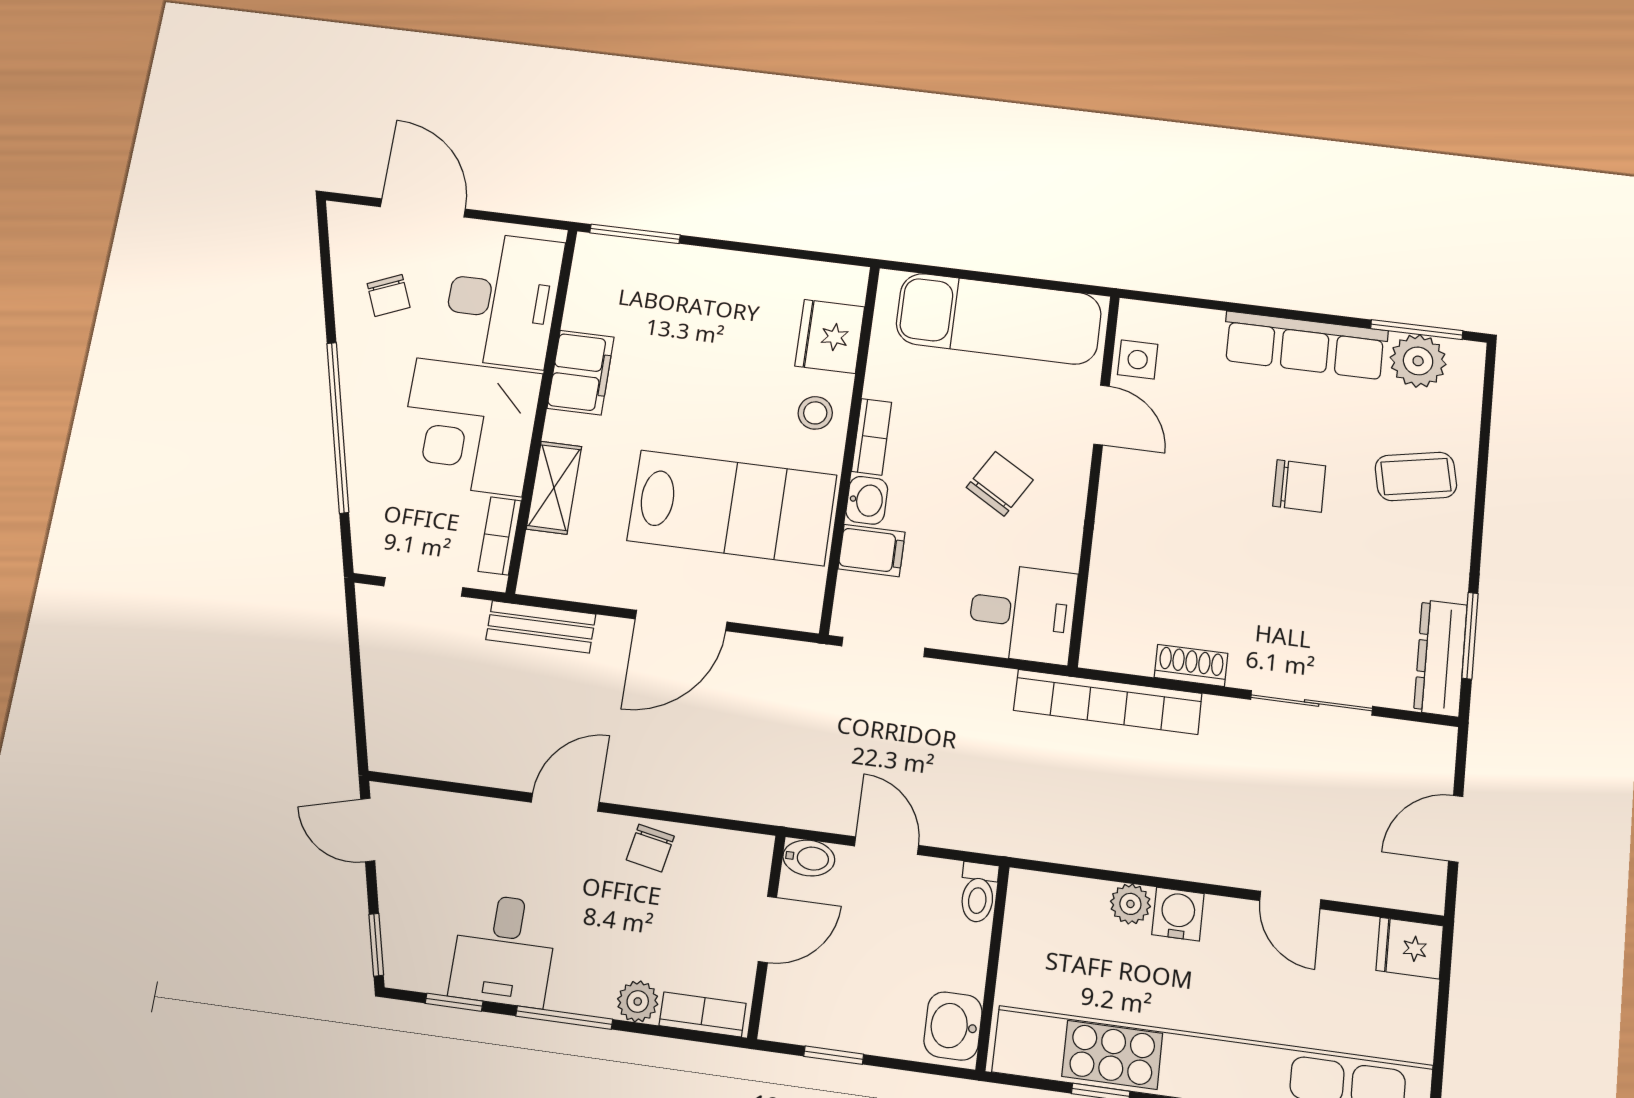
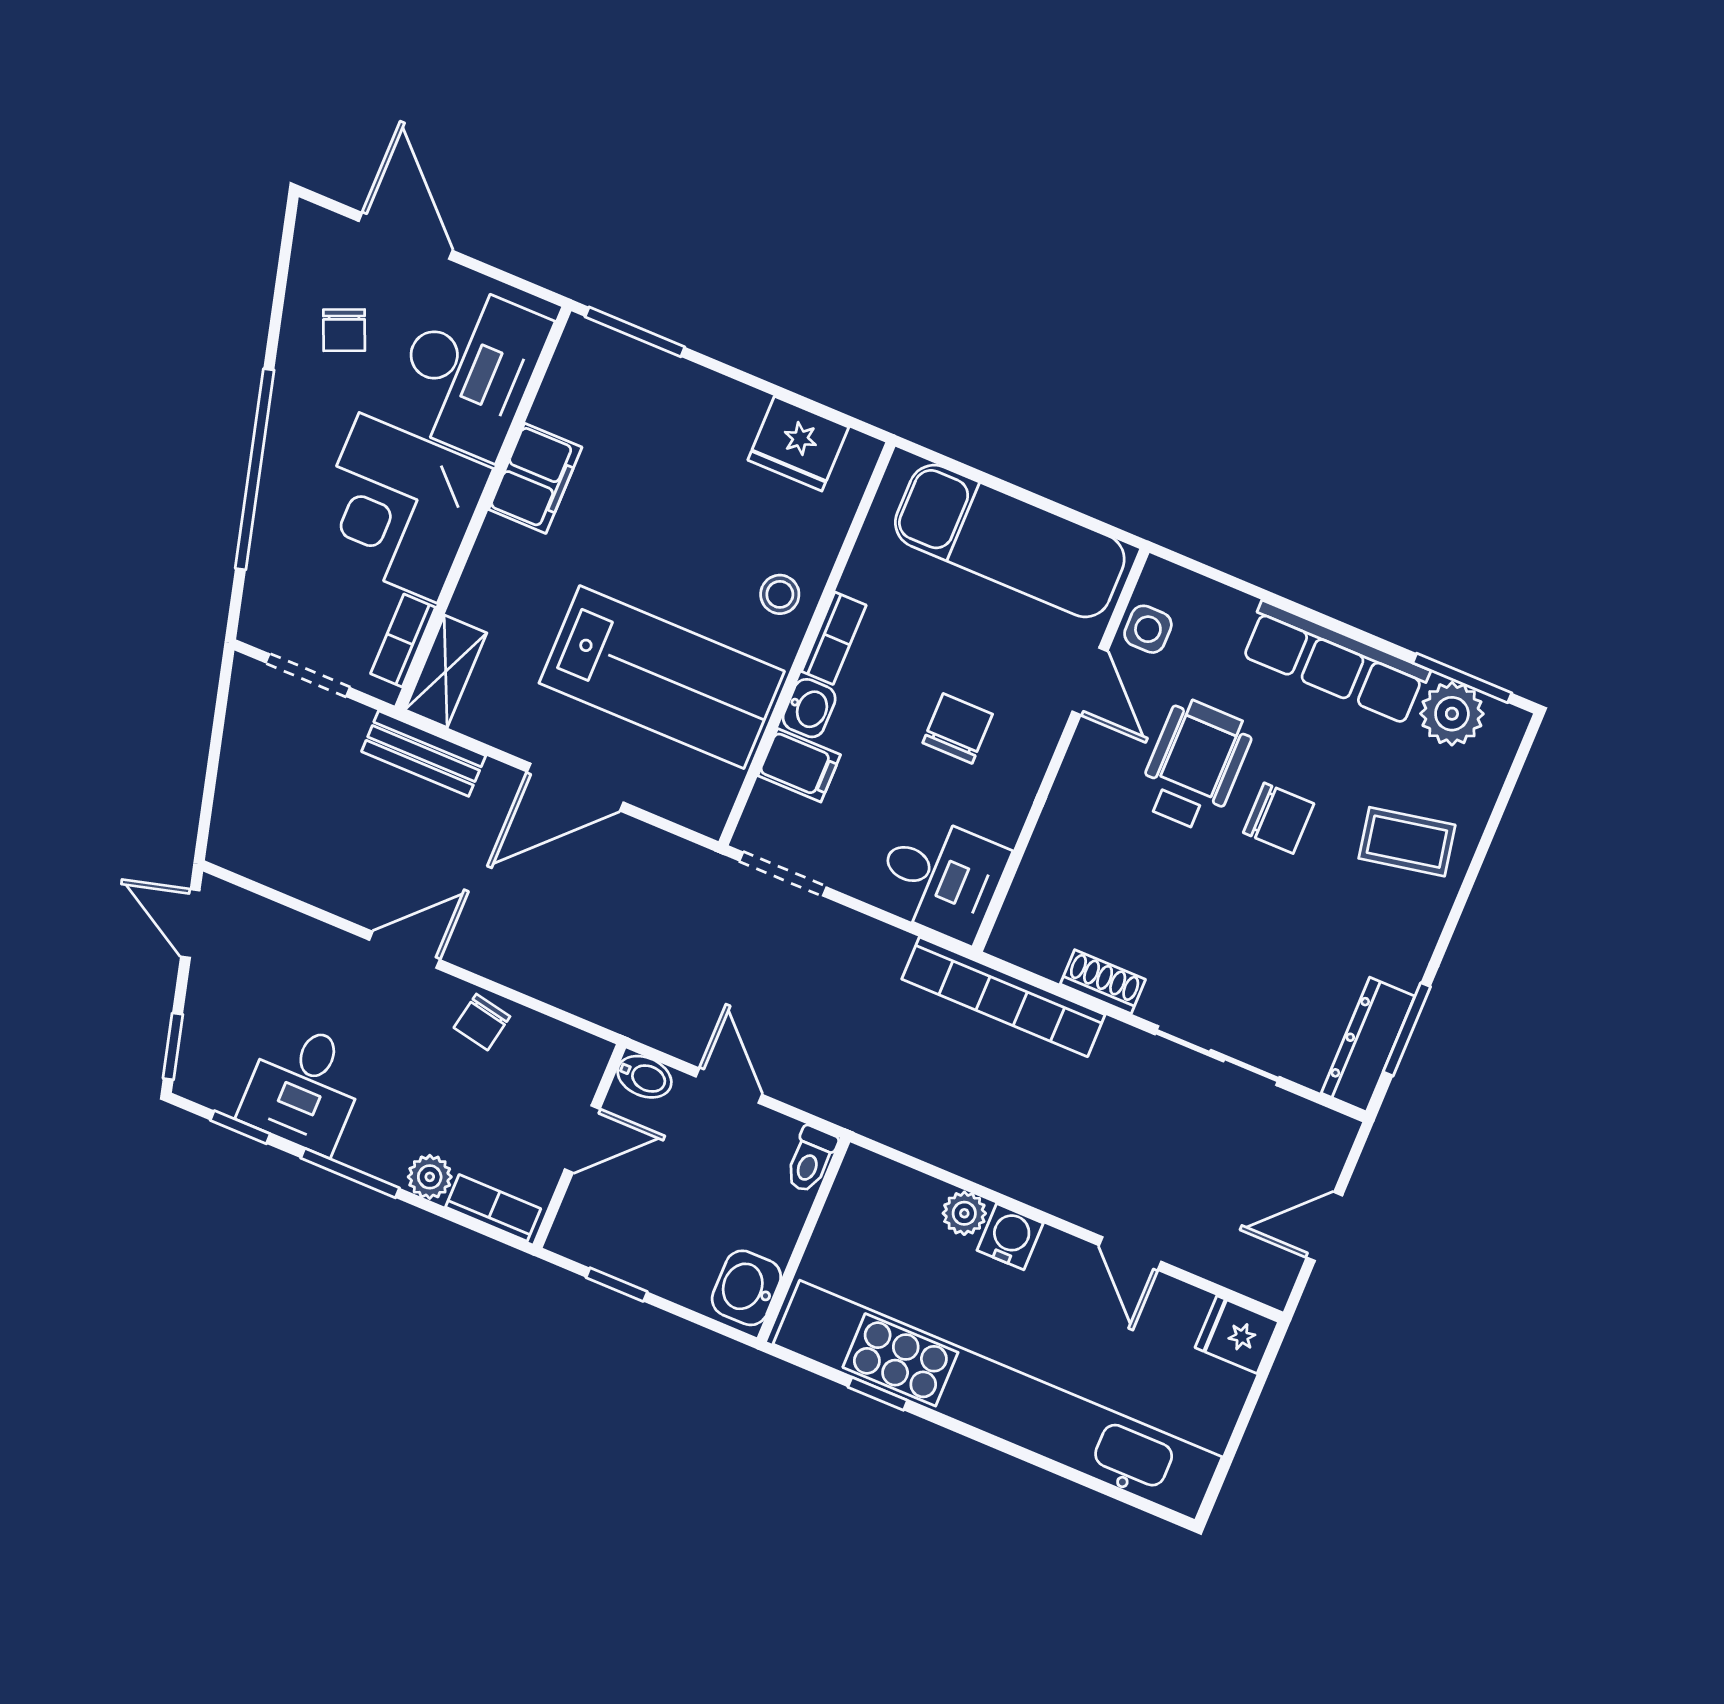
fridge: (830, 336) -> (798, 444), moved, turned -90
wheelchair: (1213, 460) -> (1195, 765), added
chair: (1000, 484) -> (958, 728), turned -31
shelving: (554, 488) -> (446, 671), moved

